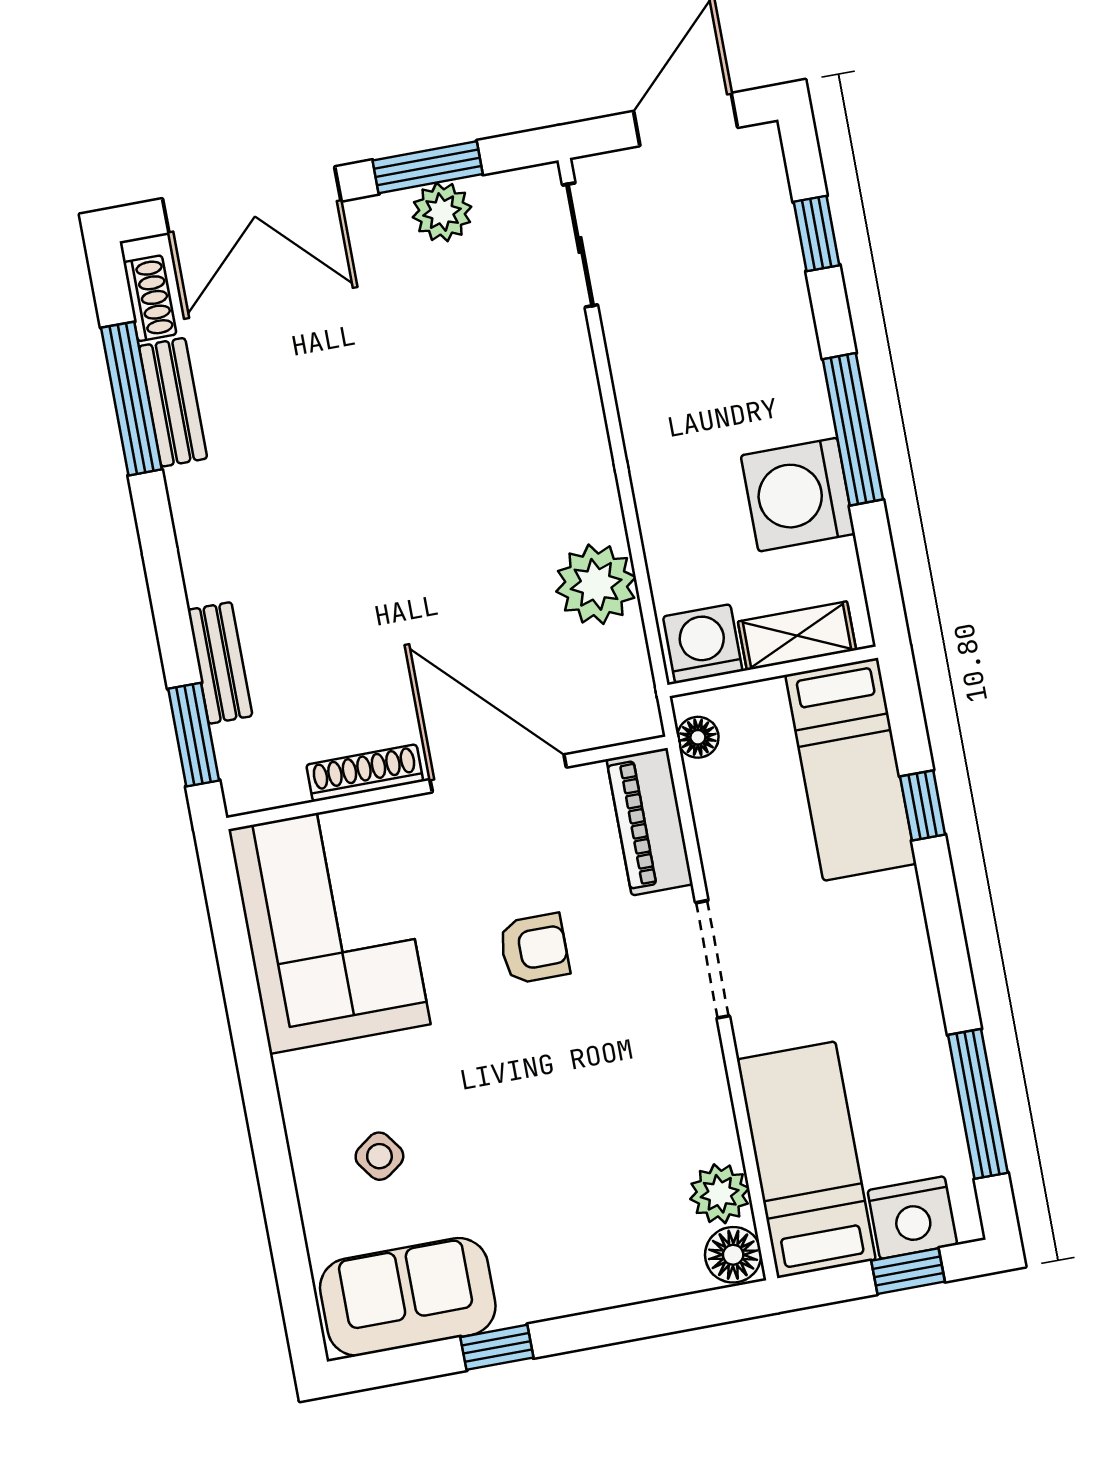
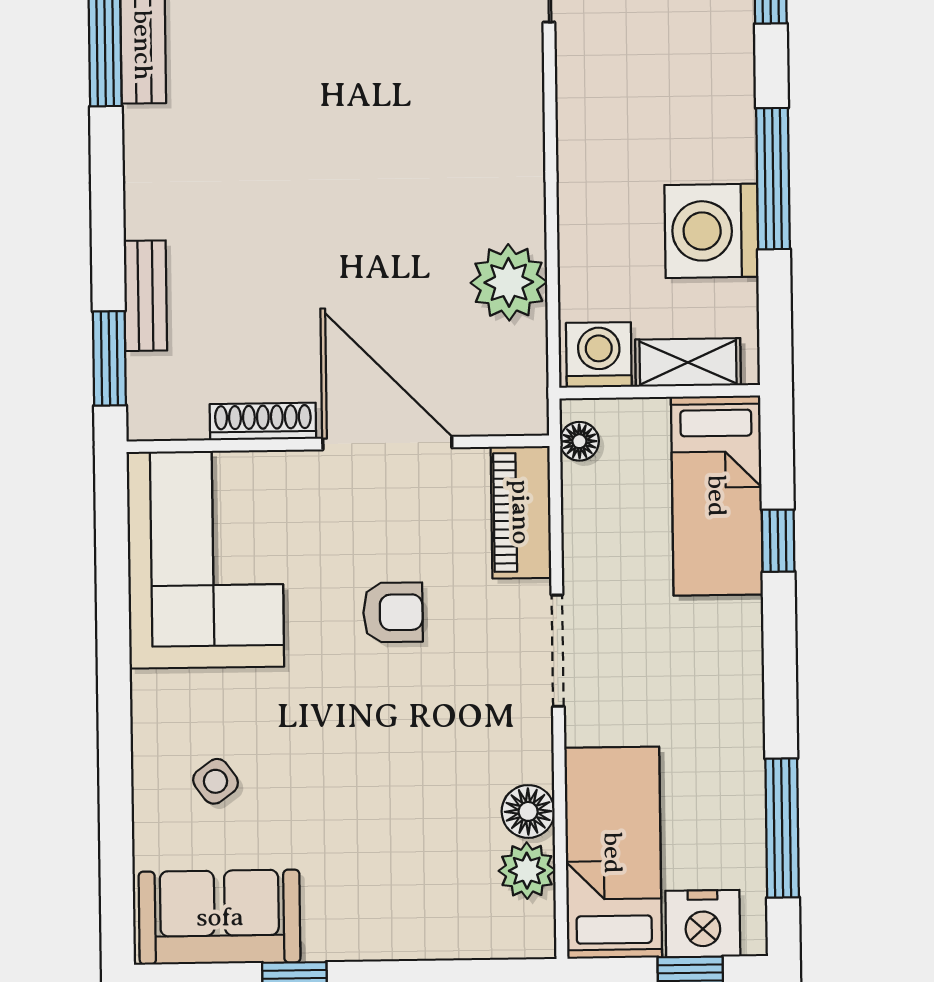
floor lamp: (733, 1255) -> (528, 811), moved

